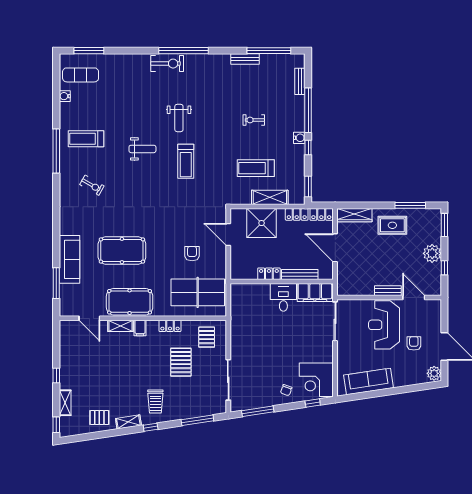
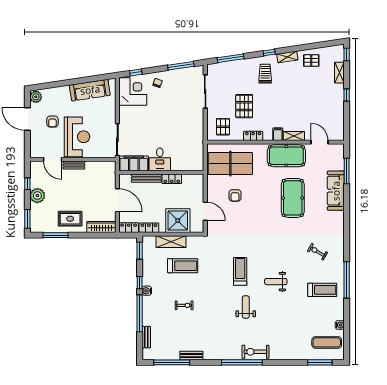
pool table: (122, 251) -> (293, 198), turned 90

